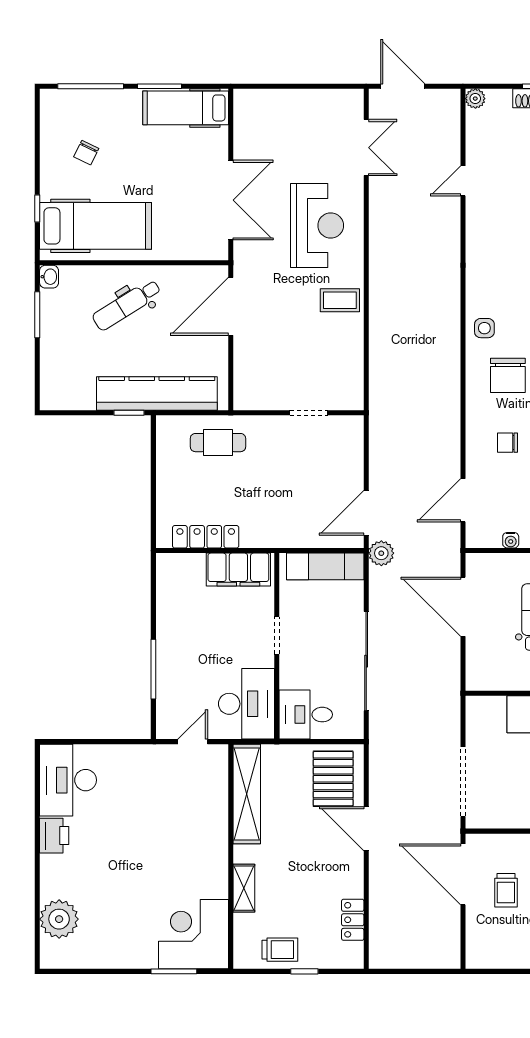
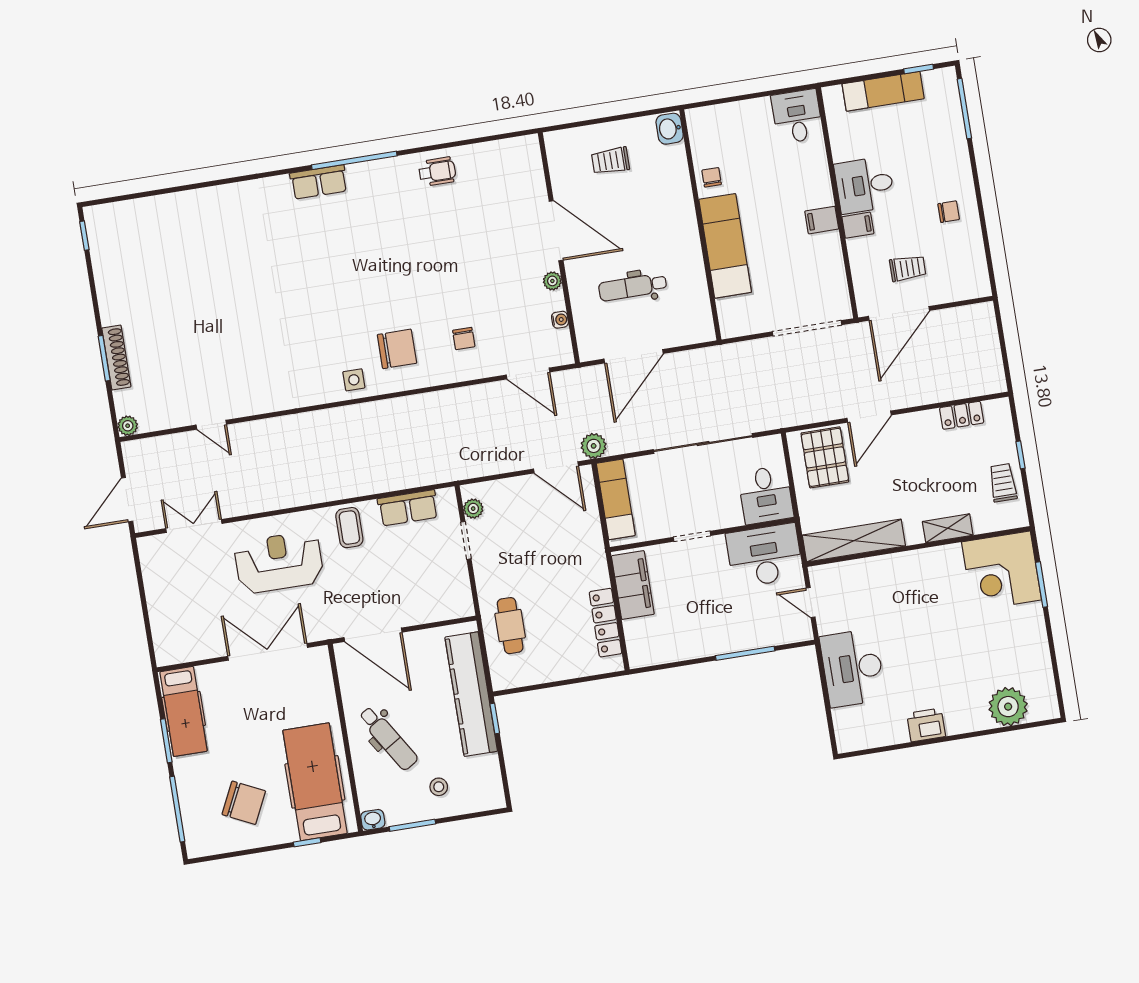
chair: (86, 153) -> (244, 803), width x1.87, depth x1.87
stool: (71, 347) -> (439, 787), added
row of seats: (350, 361) -> (408, 508), added
plant: (339, 425) -> (473, 509), added
pallet: (333, 779) -> (825, 457), turned 90
desk: (68, 780) -> (853, 668), moved, turned 90

